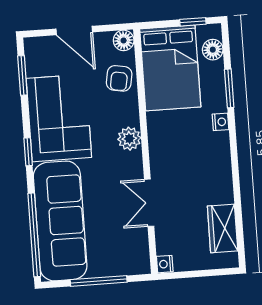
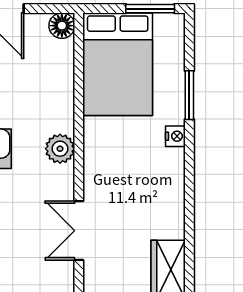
window: (193, 22) -> (150, 9), width x1.50
floor lamp: (213, 50) -> (172, 45), removed
armchair: (119, 78) -> (53, 73), removed

